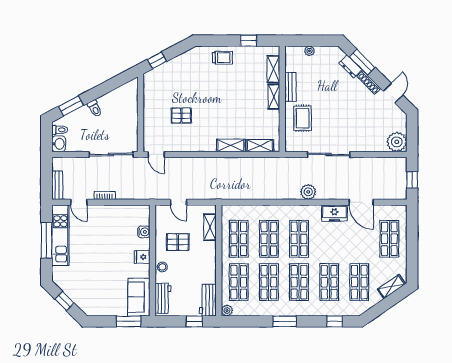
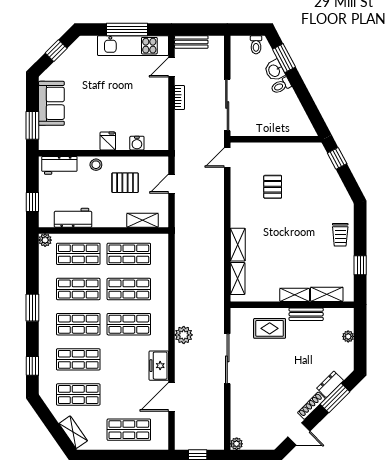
plant: (397, 142) -> (237, 444), width x0.53, depth x0.53
washbasin: (59, 144) -> (275, 71), moved, turned 62
pallet: (178, 242) -> (125, 183), turned 90
sofa: (139, 297) -> (51, 103), moved, turned 90
workbench: (208, 300) -> (73, 218), moved

